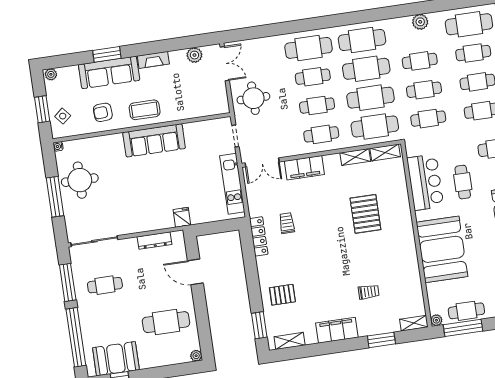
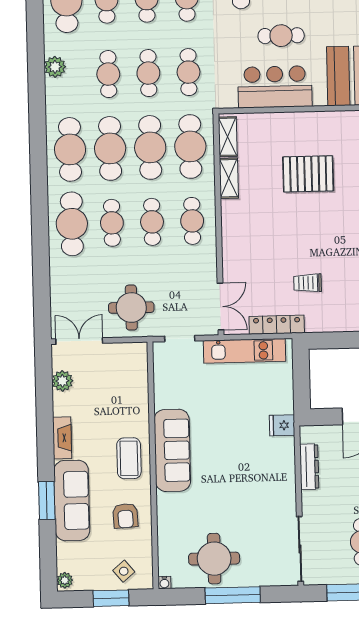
filing cabinet: (304, 168) -> (235, 250), removed
locker: (259, 236) -> (277, 325), moved

